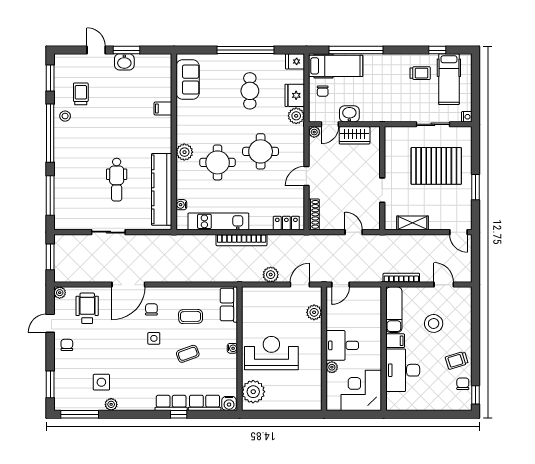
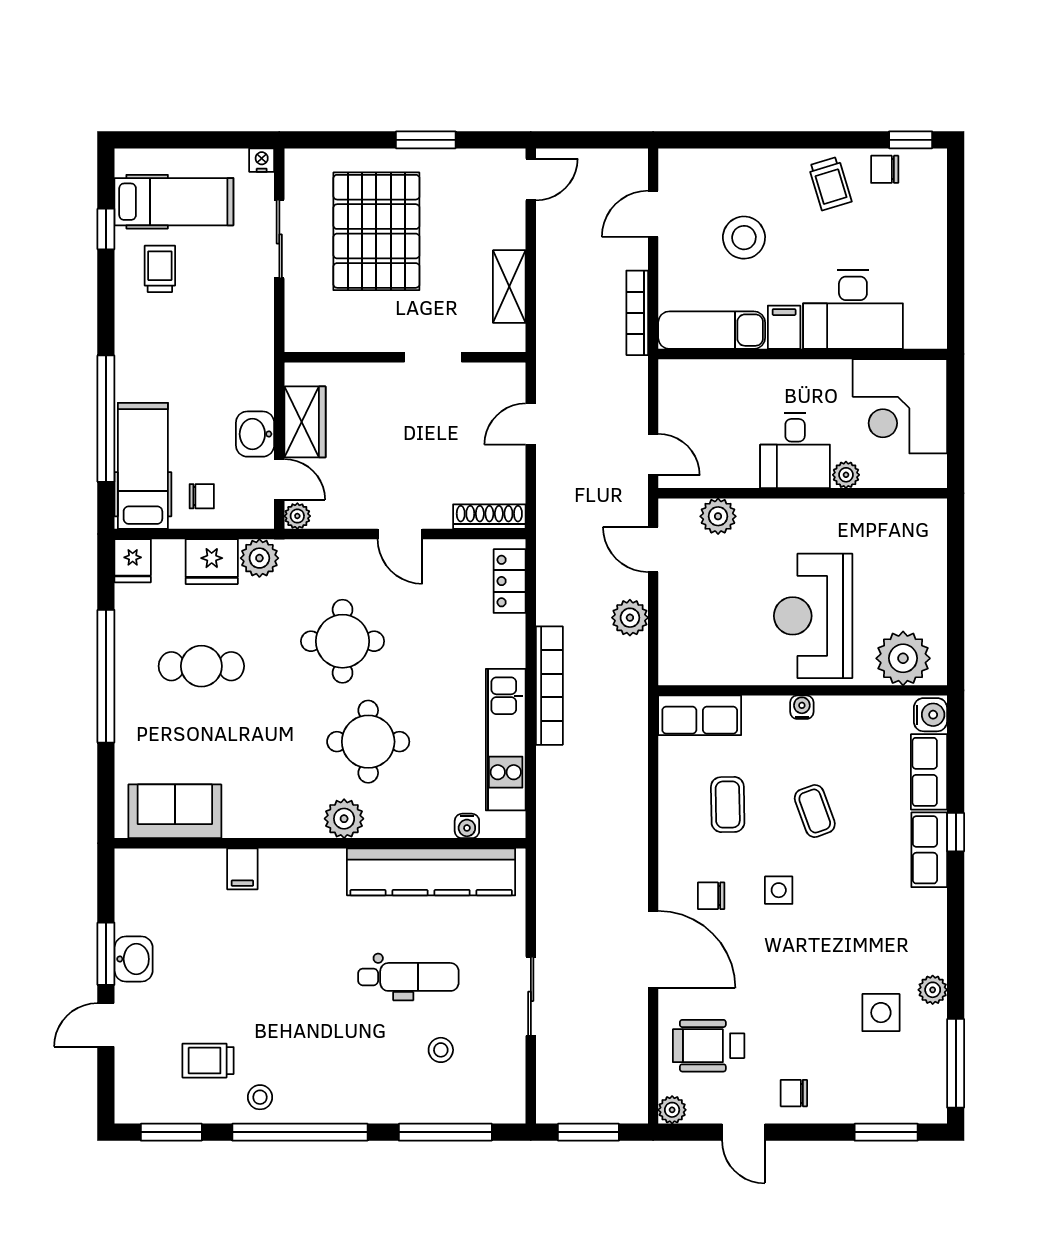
stool: (85, 194) -> (441, 1050), added

